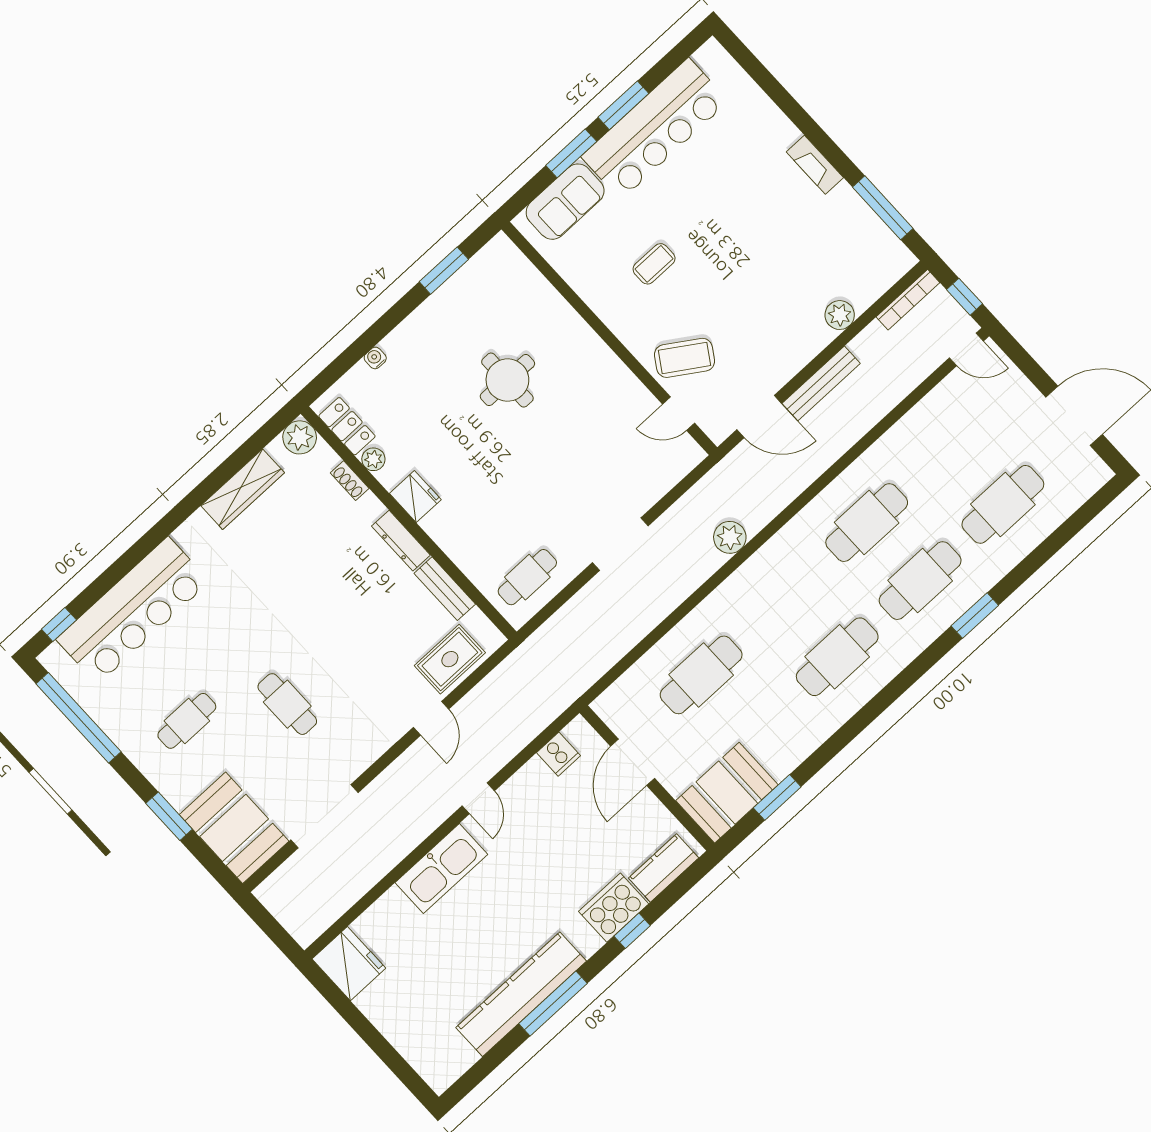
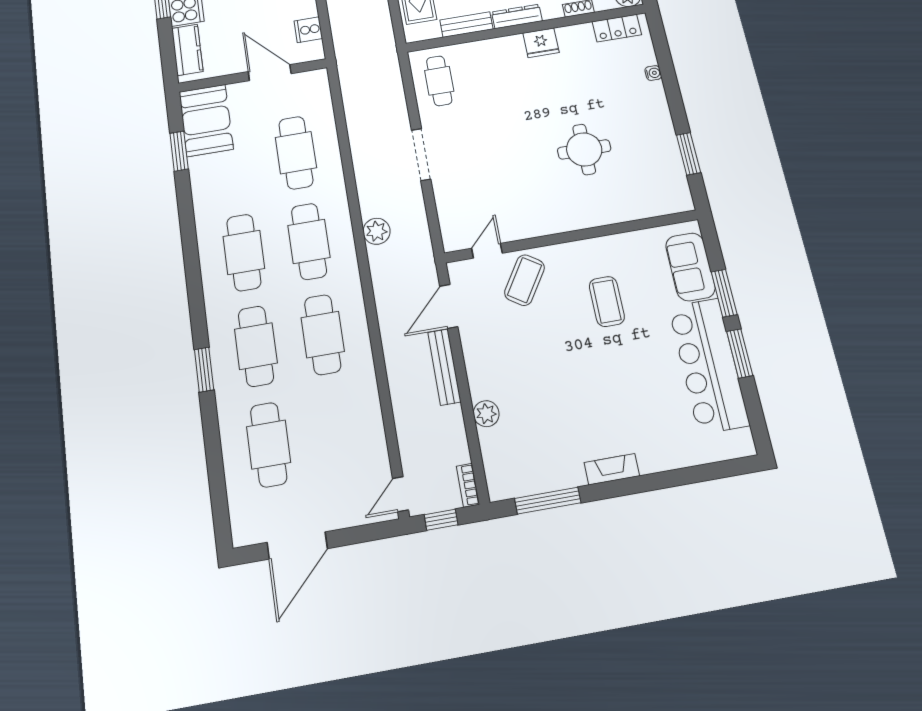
coffee table: (654, 264) -> (607, 301), width x1.36, depth x1.30
bookcase: (908, 300) -> (468, 485), width x0.64
plant: (373, 459) -> (583, 31), removed
cafe table: (784, 599) -> (309, 241), added

